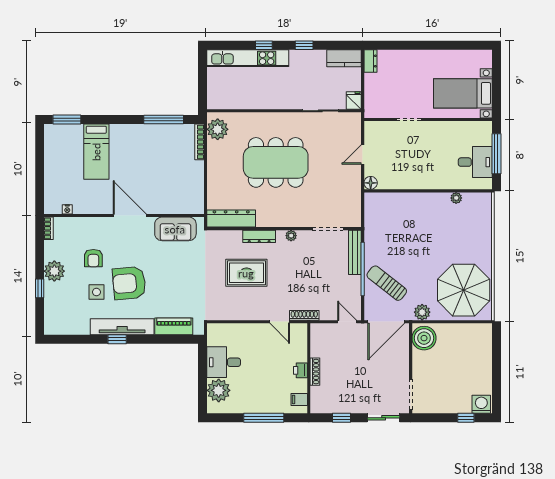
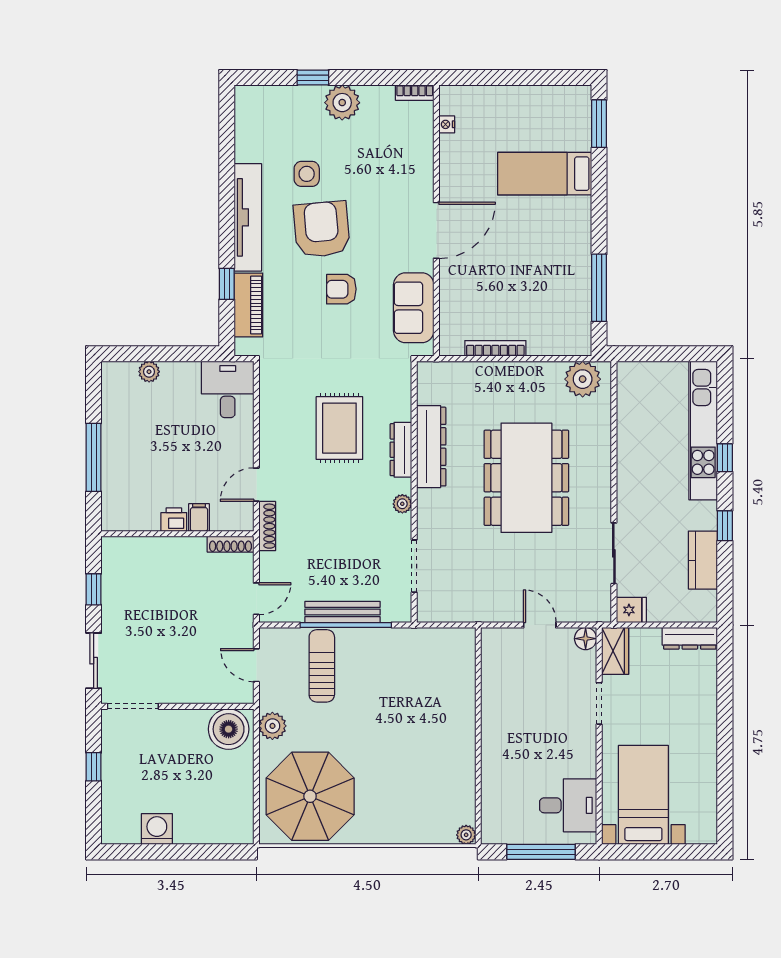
kitchen counter: (344, 58) -> (703, 560), moved
dresser: (370, 61) -> (690, 638), width x1.44
wardrobe: (378, 110) -> (615, 651), added
bookcase: (199, 142) -> (495, 348), moved
desk: (475, 162) -> (568, 805), moved, turned -90
floor lamp: (371, 183) -> (586, 639), moved
plant: (456, 198) -> (466, 835), moved
dresser: (231, 219) -> (431, 447), moved
bench: (355, 252) -> (343, 612), moved
armchair: (93, 258) -> (341, 289), moved
sun lounger: (387, 283) -> (322, 666), turned -38
door: (386, 322) -> (256, 665), width x0.53
window: (117, 339) -> (227, 284), moved
desk: (224, 362) -> (228, 389), moved
shoe rack: (315, 372) -> (230, 544), moved
plant: (219, 390) -> (149, 372), width x0.53, depth x0.53
filing cabinet: (299, 399) -> (199, 518), moved
washing machine: (481, 404) -> (157, 829), moved, turned -90
window: (466, 418) -> (94, 767), moved

